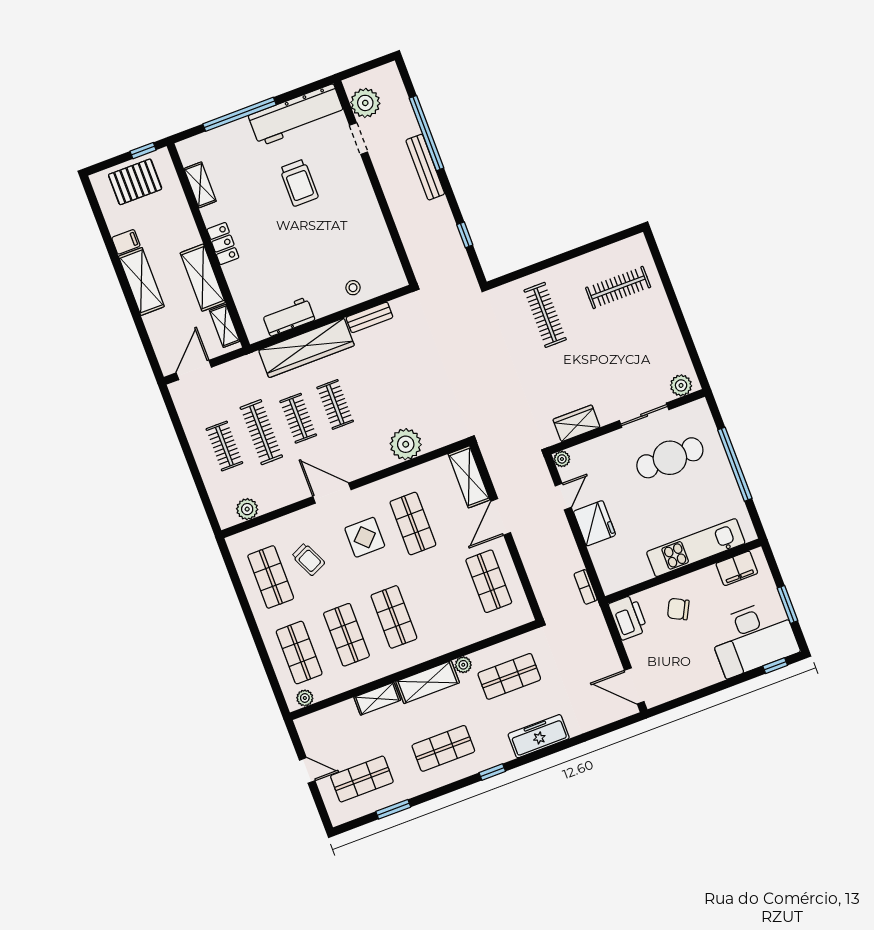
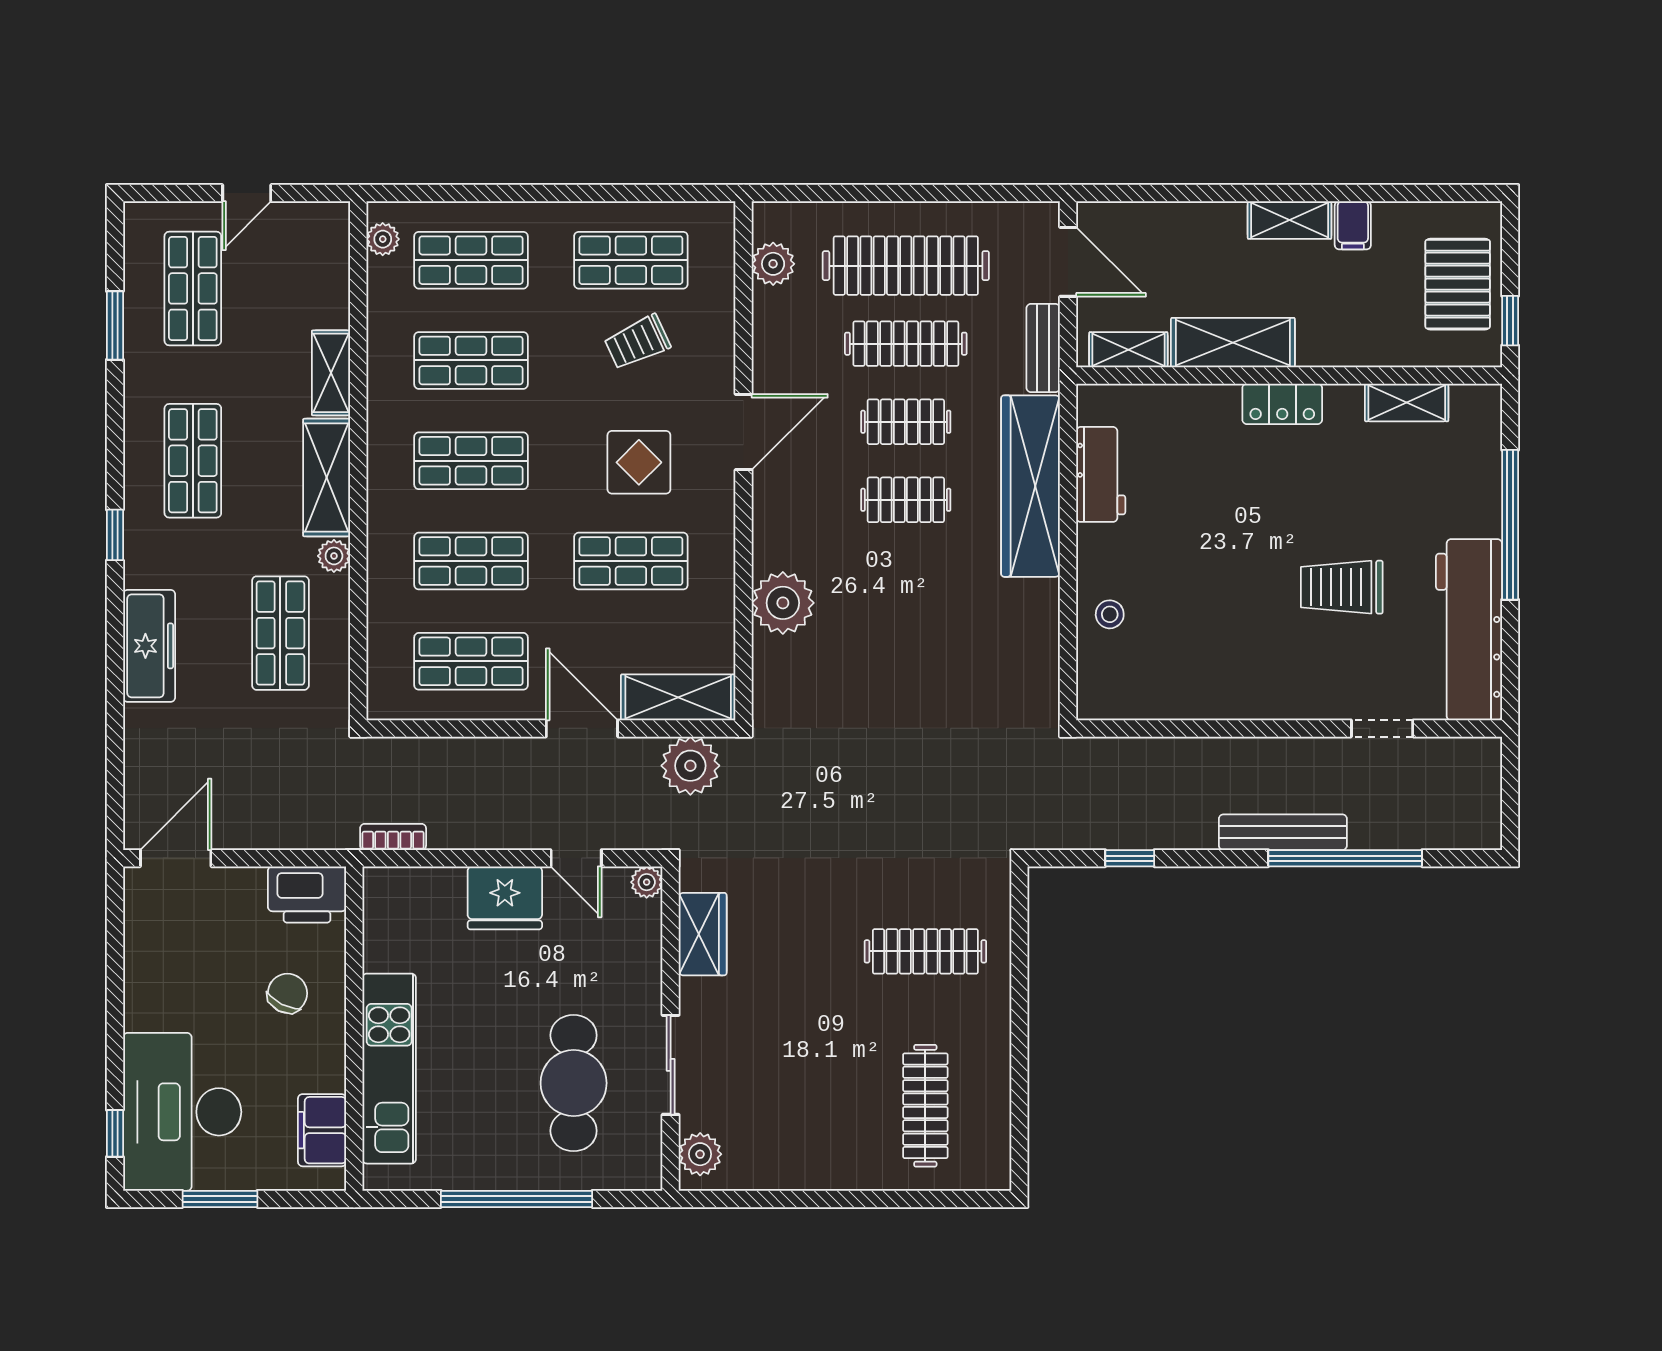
plant: (365, 103) -> (690, 766), moved
shelving: (141, 281) -> (1290, 220), width x0.67, depth x0.75
bench: (369, 317) -> (1043, 348), moved
clothes rail: (224, 446) -> (906, 266), width x1.86, depth x1.31
shop shelf: (441, 599) -> (471, 561), added

